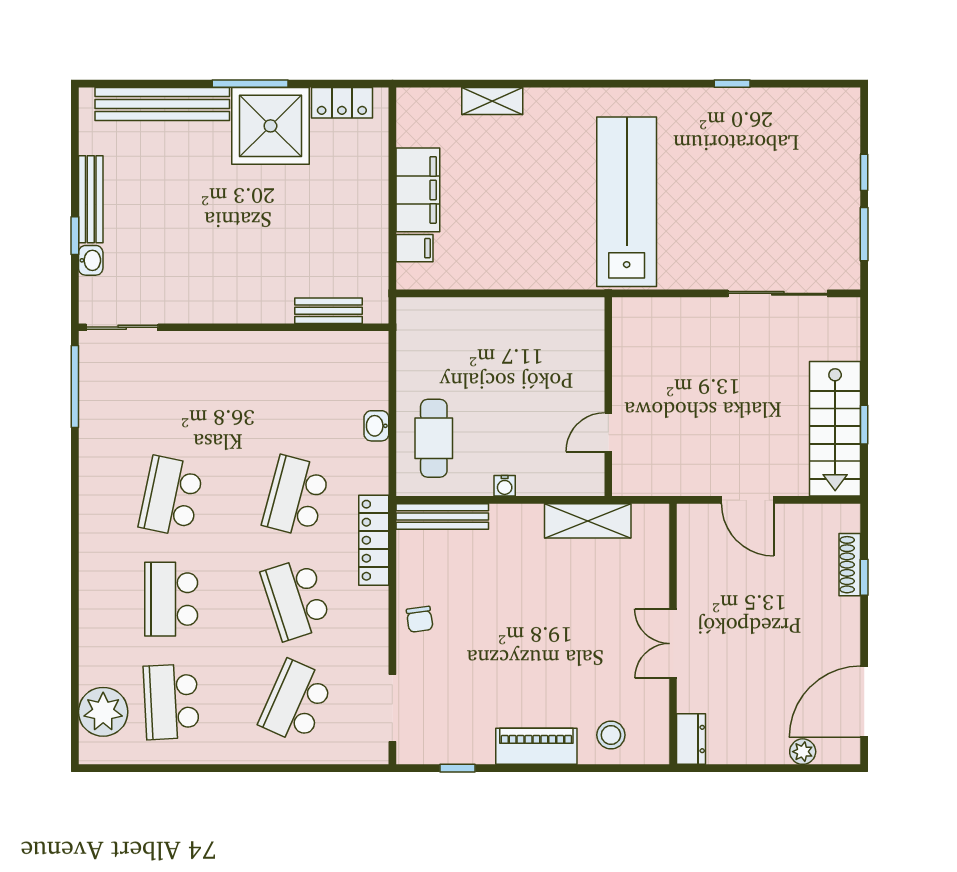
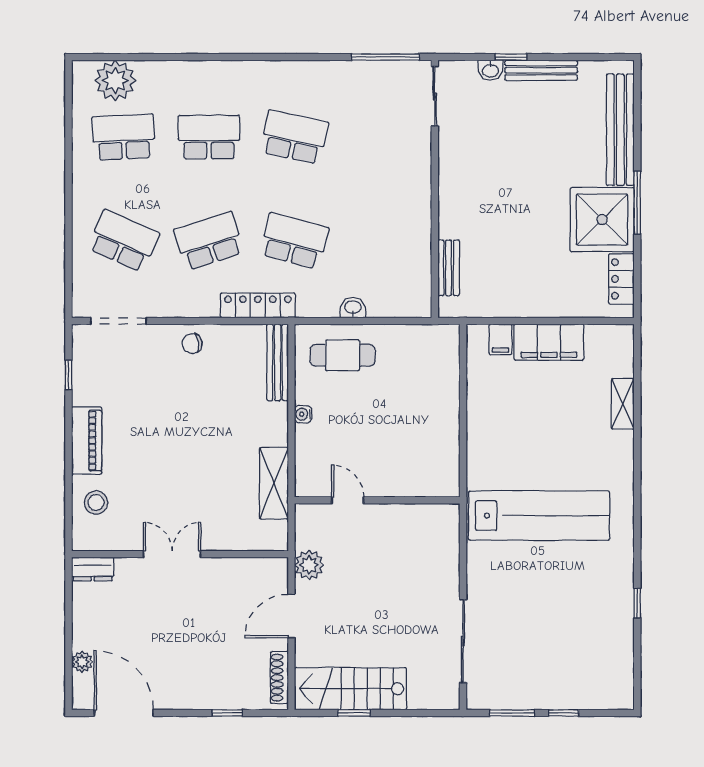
plant: (686, 479) -> (309, 565), added
shoe rack: (850, 565) -> (279, 678), moved, turned -90

